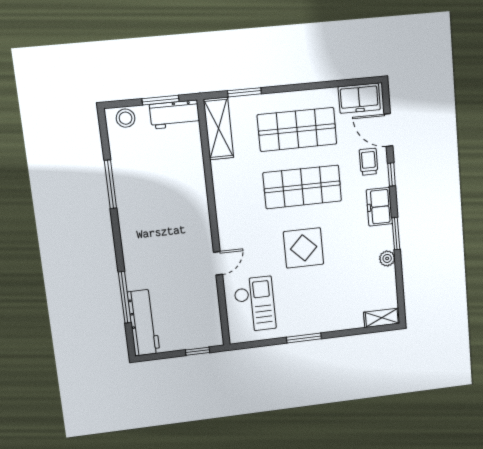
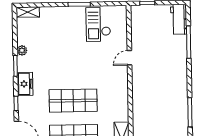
trolley: (369, 162) -> (30, 113), removed
display table: (304, 248) -> (75, 62), removed
checkout: (255, 304) -> (98, 24), moved
workbench: (144, 323) -> (179, 19), width x0.73

